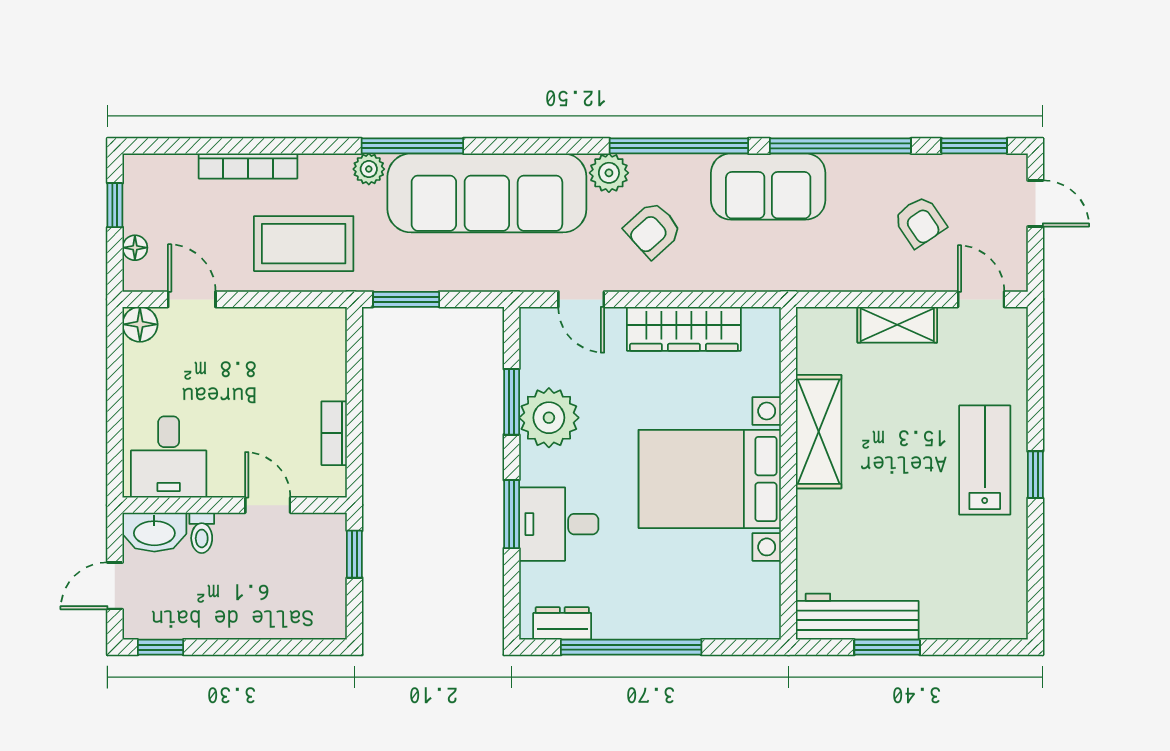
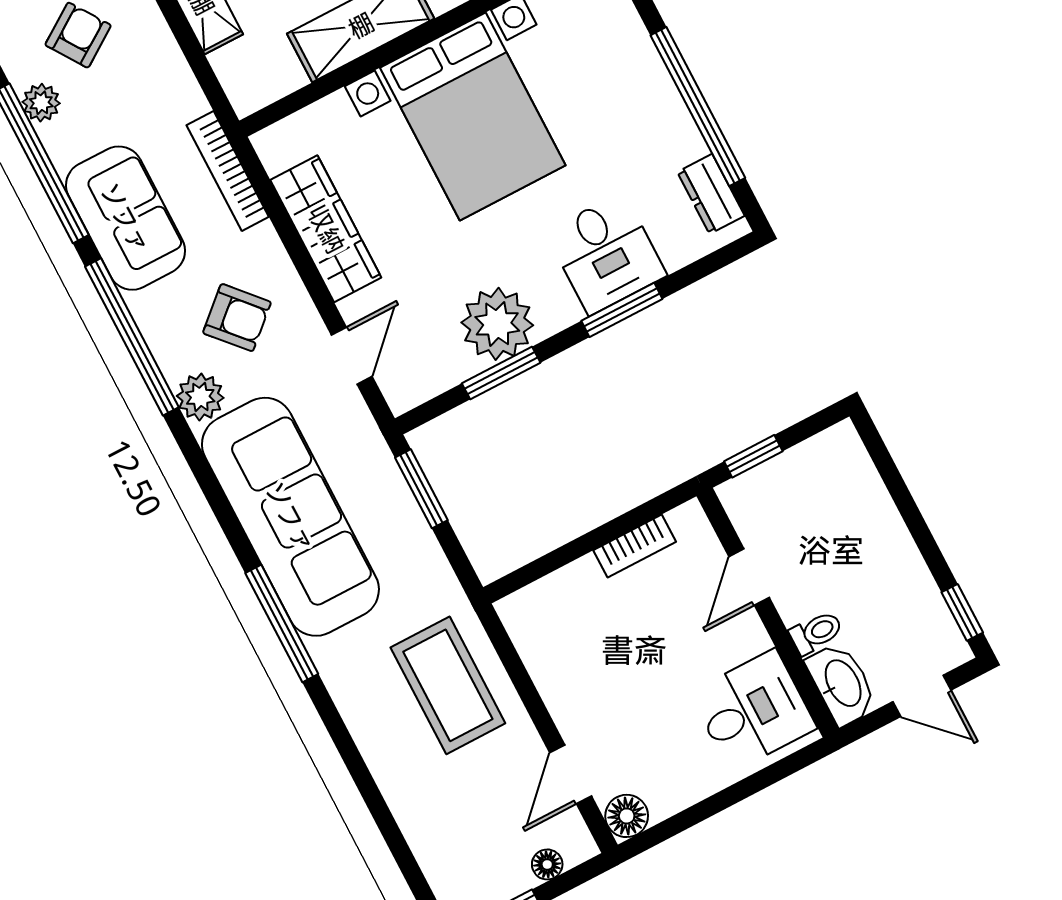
bookcase: (248, 166) -> (228, 171), moved, turned 180
plant: (369, 169) -> (41, 103), moved
window: (406, 299) -> (421, 489), moved

